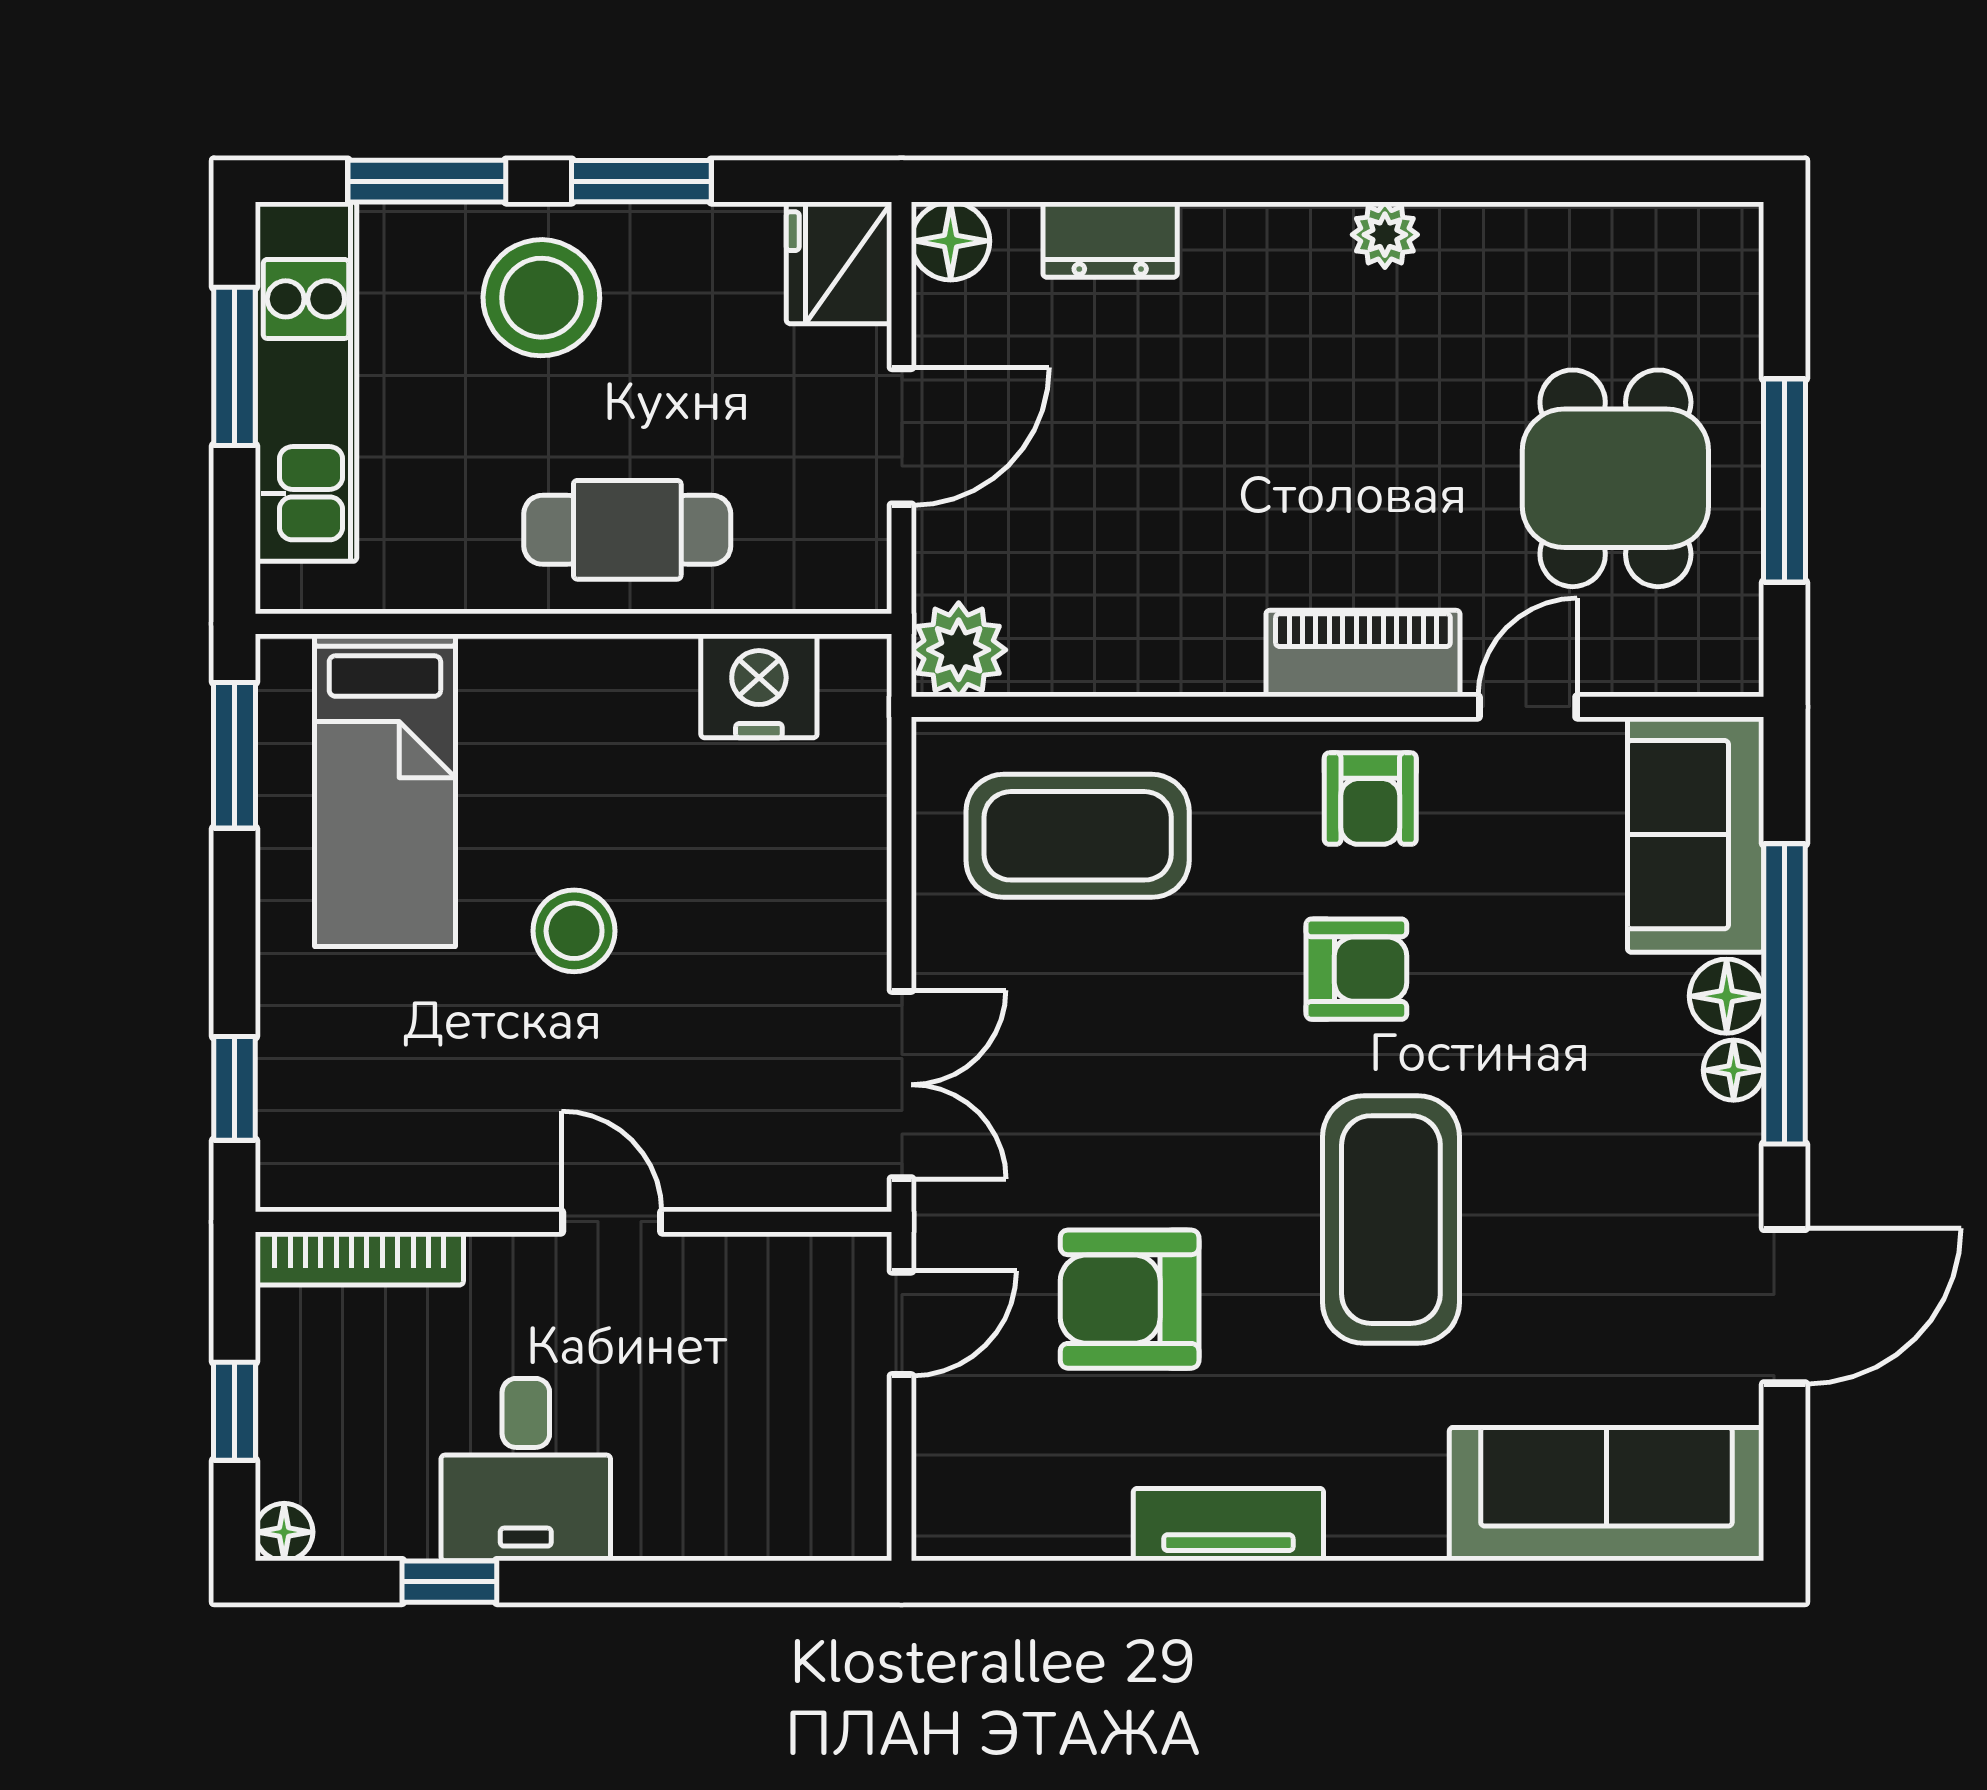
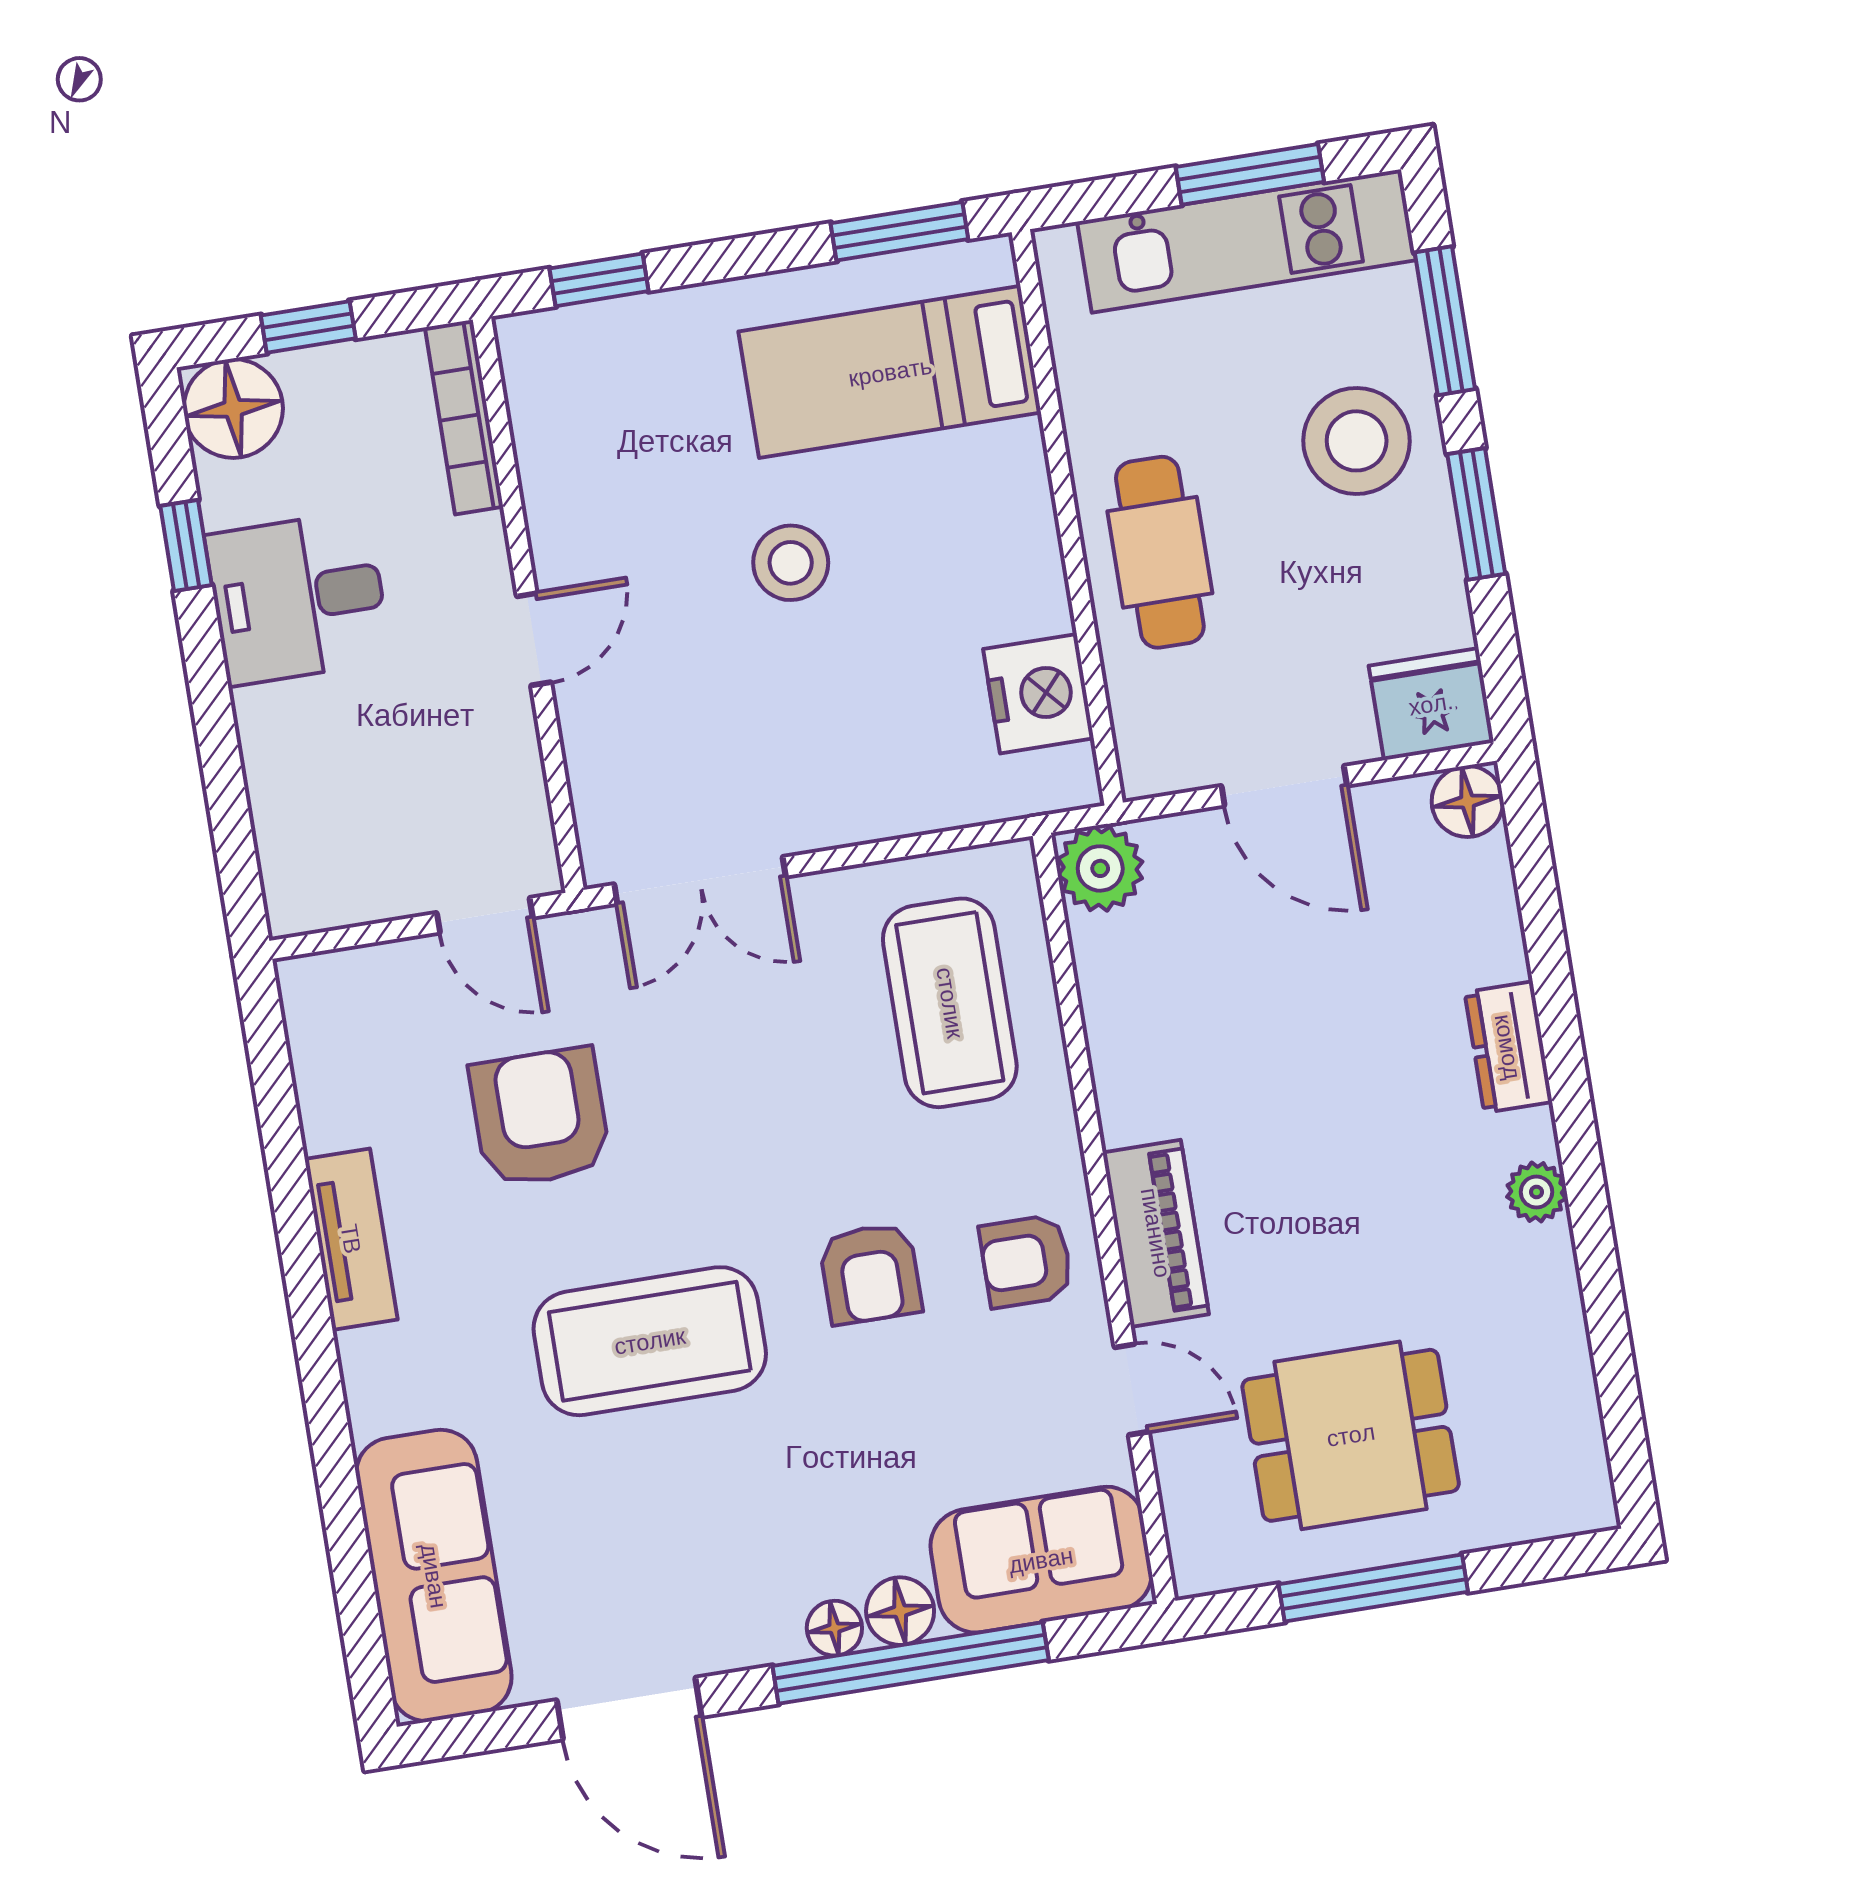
dresser: (1110, 240) -> (1508, 1047), moved
floor lamp: (284, 1532) -> (233, 408), width x1.89, depth x1.89

